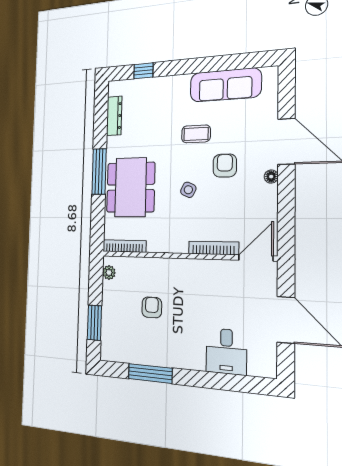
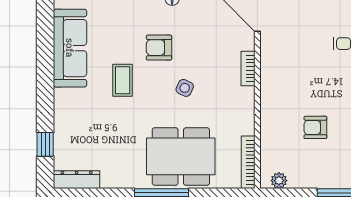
dresser: (114, 116) -> (77, 180), moved
bookcase: (213, 248) -> (248, 69), width x0.64

